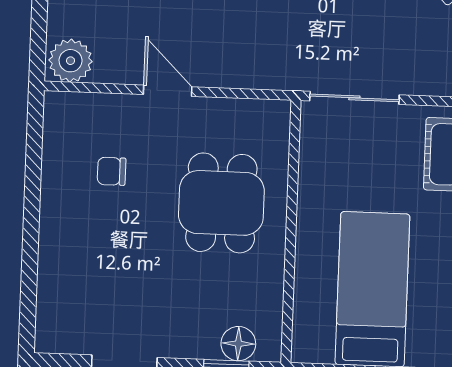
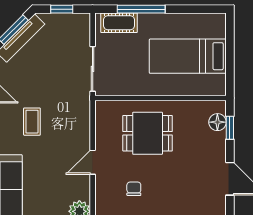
chair: (112, 171) -> (134, 189), turned 180

